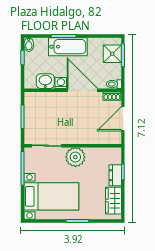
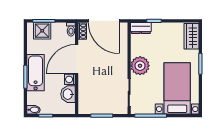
door: (123, 119) -> (104, 21), width x1.36
dresser: (115, 175) -> (141, 28), moved
wardrobe: (113, 201) -> (192, 36), moved, turned 90

